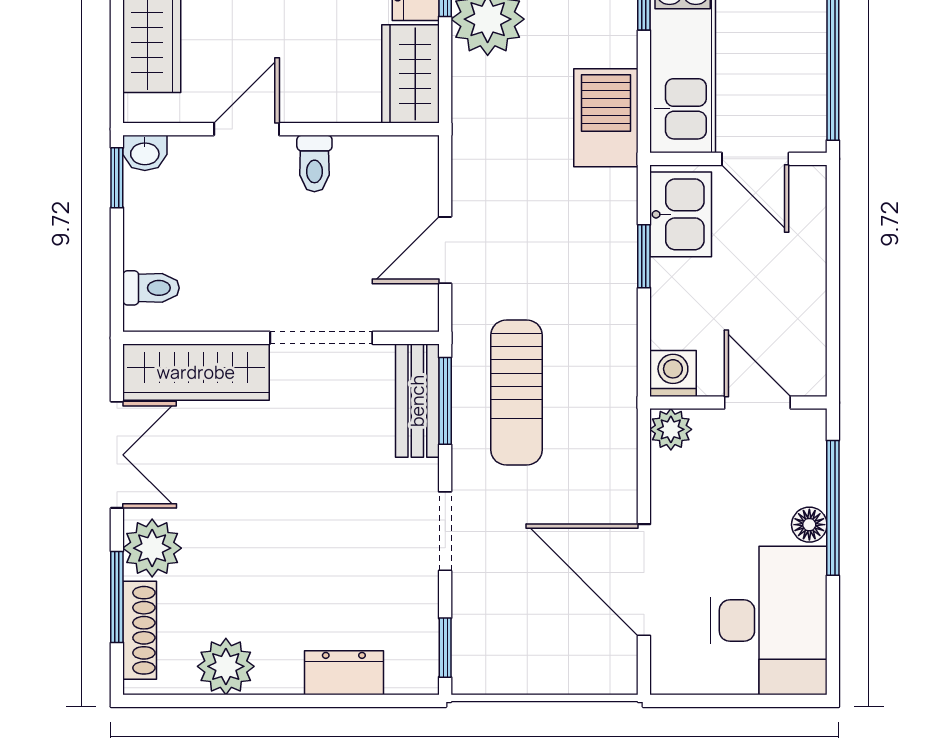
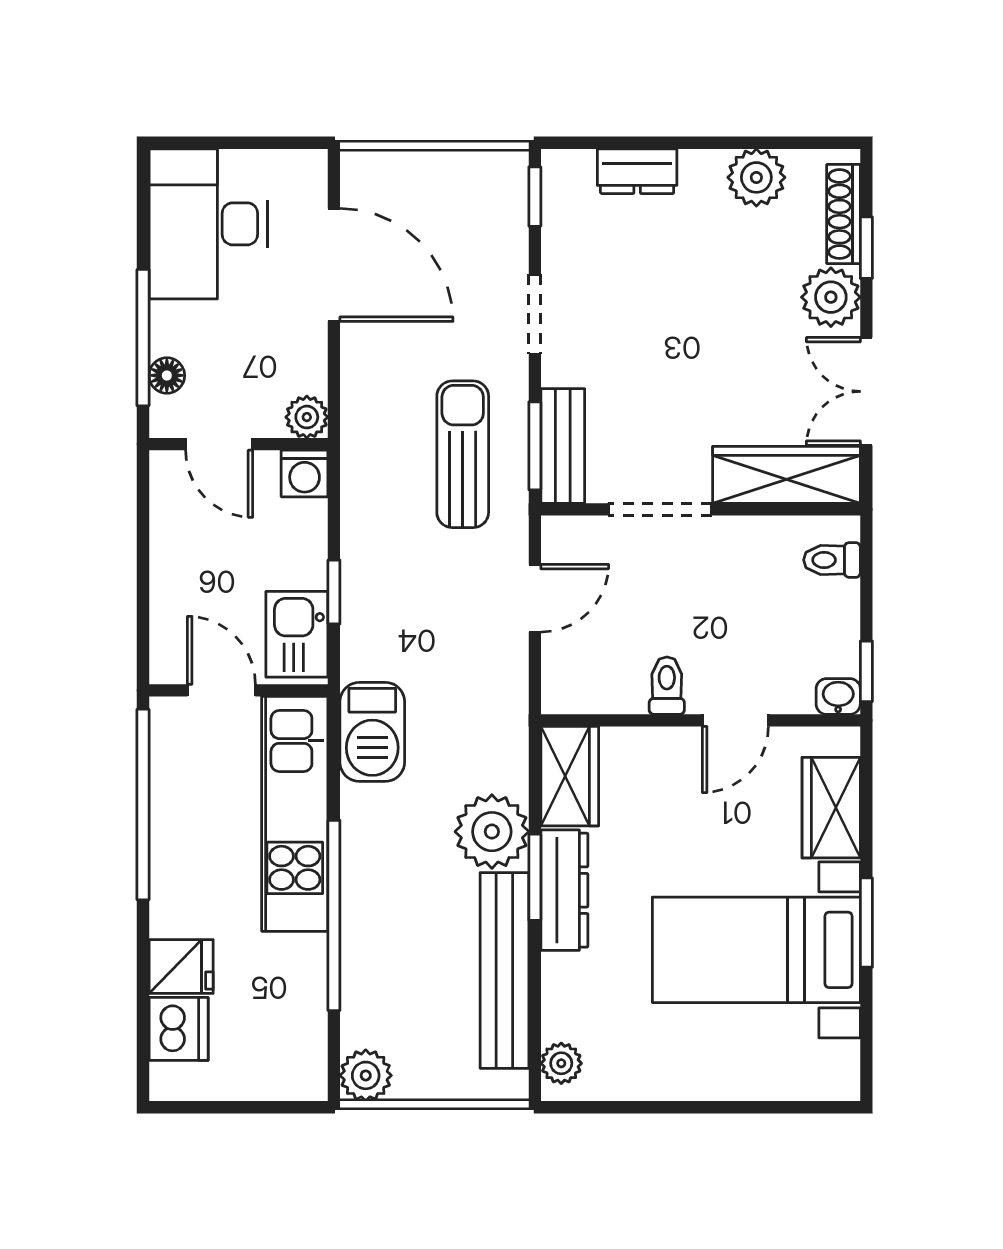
floor lamp: (809, 525) -> (167, 375), moved
window: (117, 597) -> (866, 248), width x0.67

